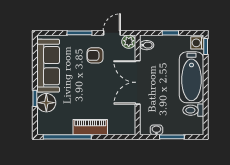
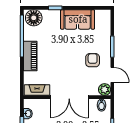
sofa: (48, 66) -> (78, 19), width x0.73
double door: (138, 82) -> (69, 97), swing flipped
floor lamp: (46, 103) -> (34, 18), moved
fireplace: (129, 119) -> (37, 90), added

